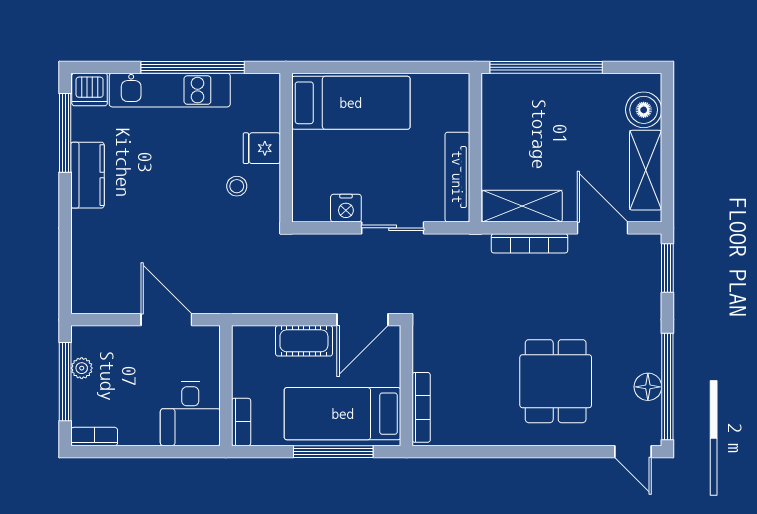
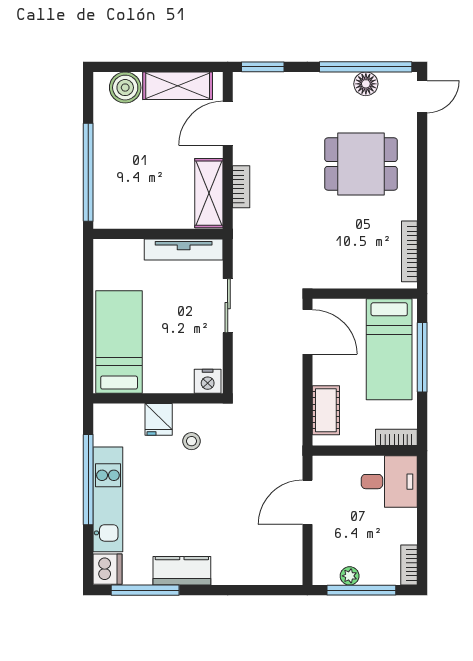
nightstand: (346, 208) -> (208, 381), moved, turned 90
bookcase: (529, 243) -> (241, 187), width x0.64
cot: (304, 341) -> (326, 410), moved
bookcase: (421, 407) -> (409, 251), moved, turned -90

